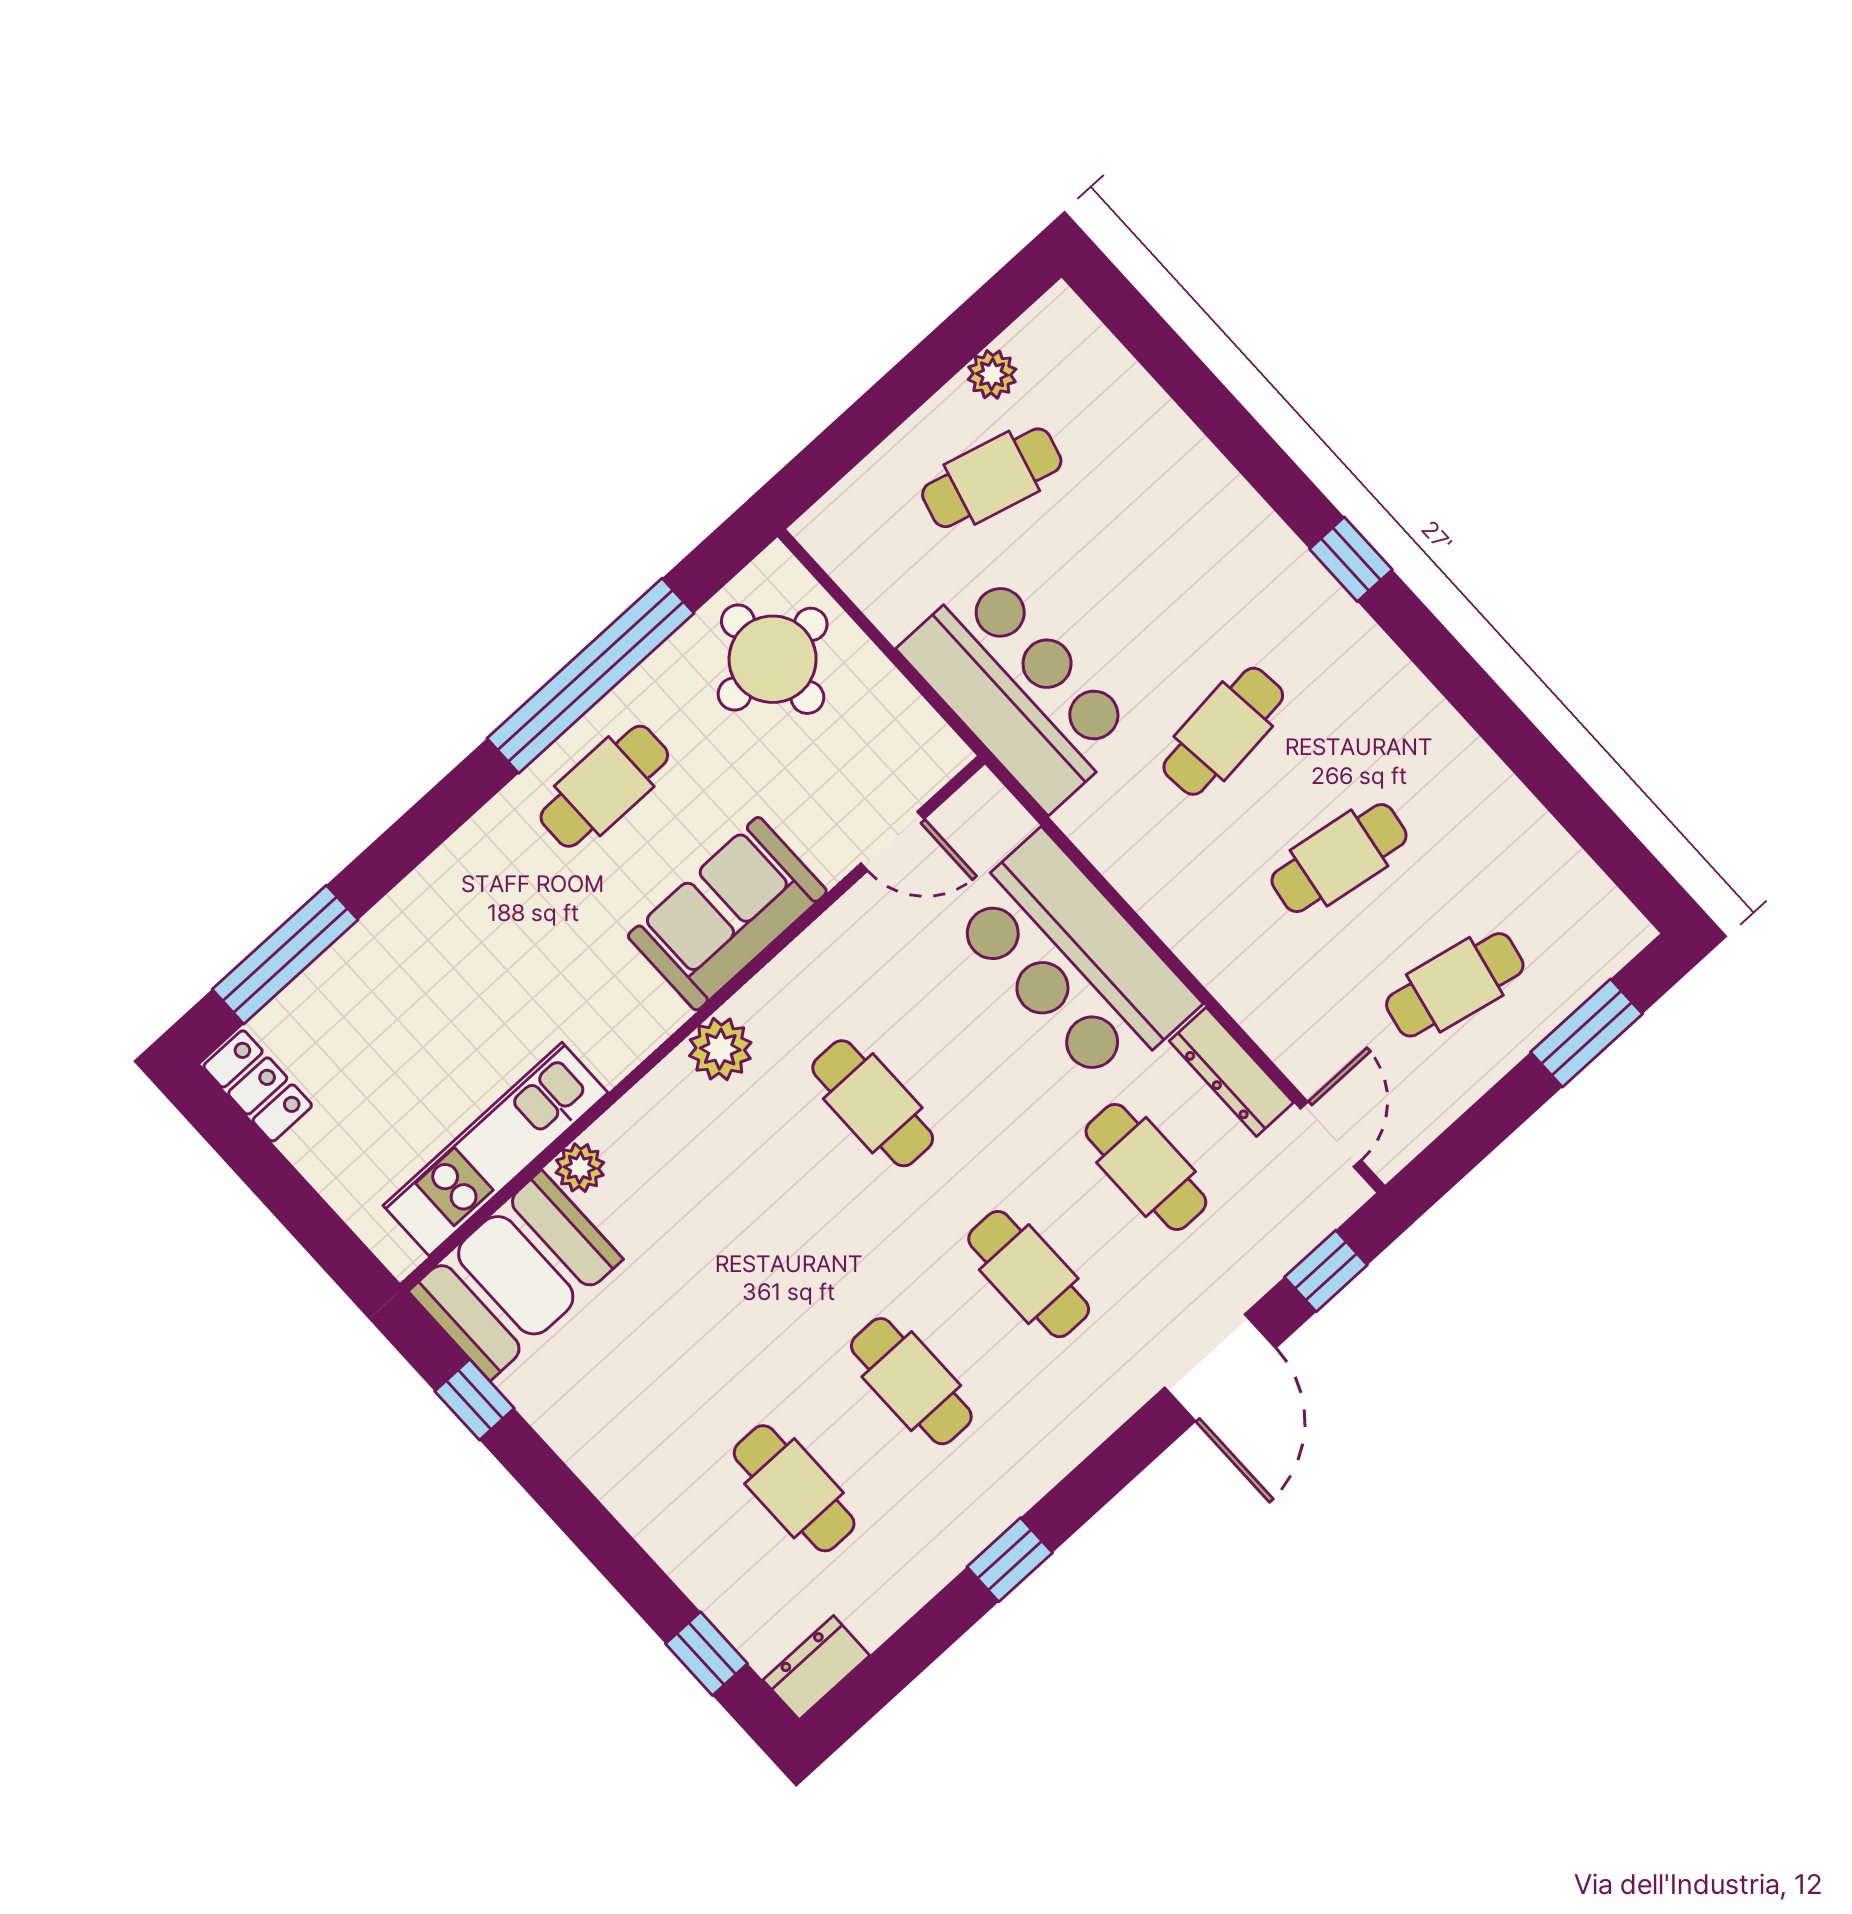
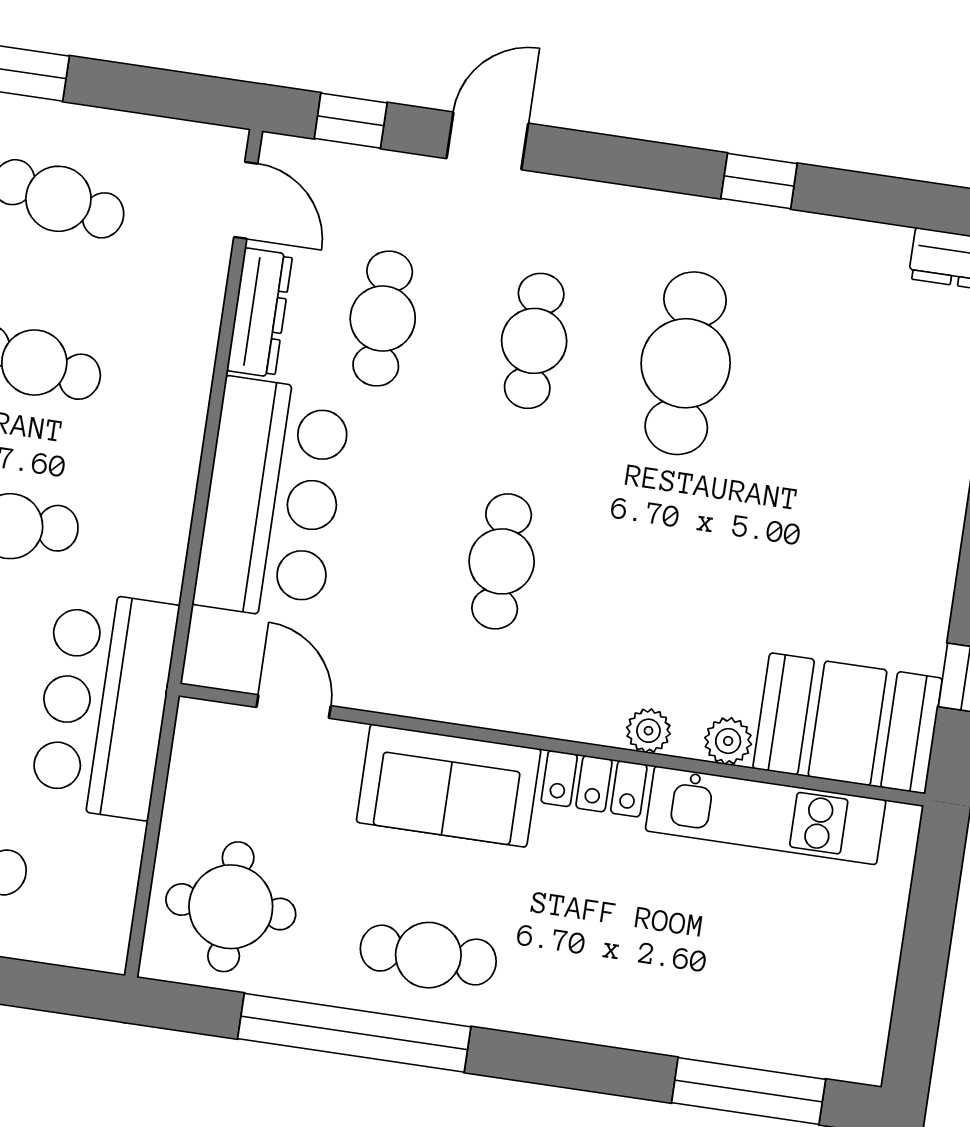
plant: (720, 1049) -> (648, 731), moved, width x0.73, depth x0.73
locker: (258, 1086) -> (594, 784), moved, turned -90
door: (1331, 1134) -> (246, 200), swing flipped
door: (1220, 1368) -> (487, 141), width x0.73
cafe table: (911, 1381) -> (686, 363), width x1.37, depth x1.35
cafe table: (794, 1488) -> (837, 386), removed

